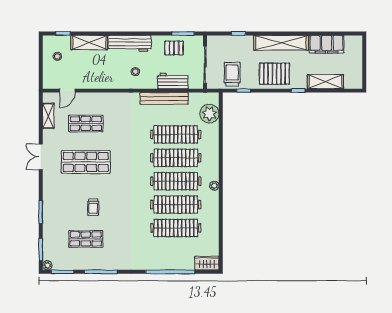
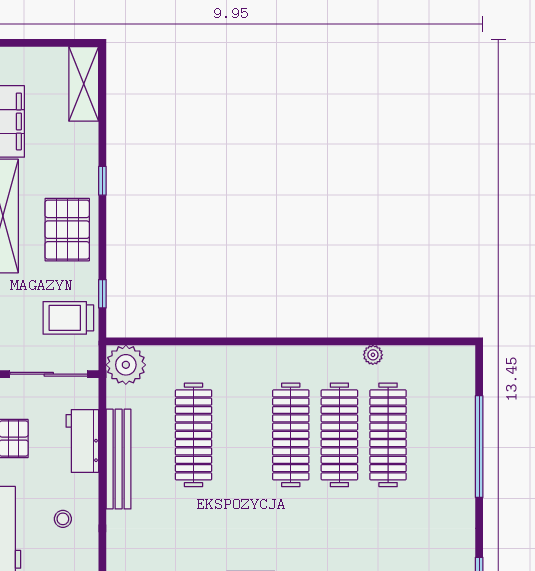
shelving: (325, 82) -> (84, 84), moved
plant: (209, 114) -> (126, 365), moved
clothes rail: (176, 158) -> (242, 435), removed
plant: (214, 186) -> (373, 355), moved
wardrobe: (207, 263) -> (461, 370), removed

